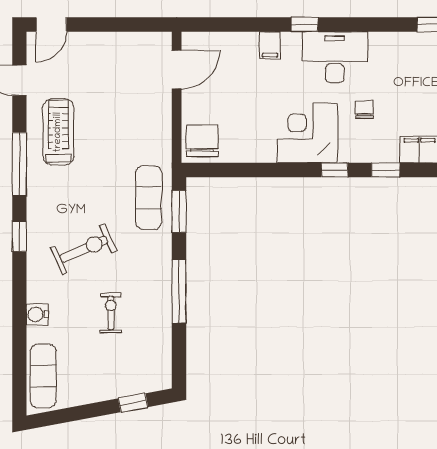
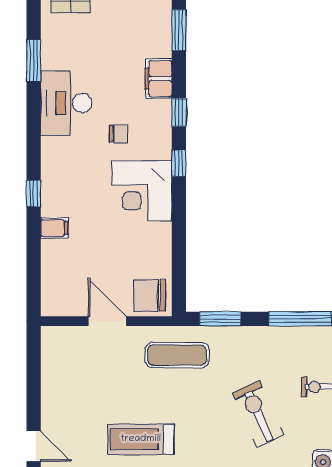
desk: (335, 57) -> (66, 103), moved
door: (177, 70) -> (107, 321), moved
chair: (365, 109) -> (118, 134), turned 180
exercise mat: (149, 198) -> (177, 355), moved

